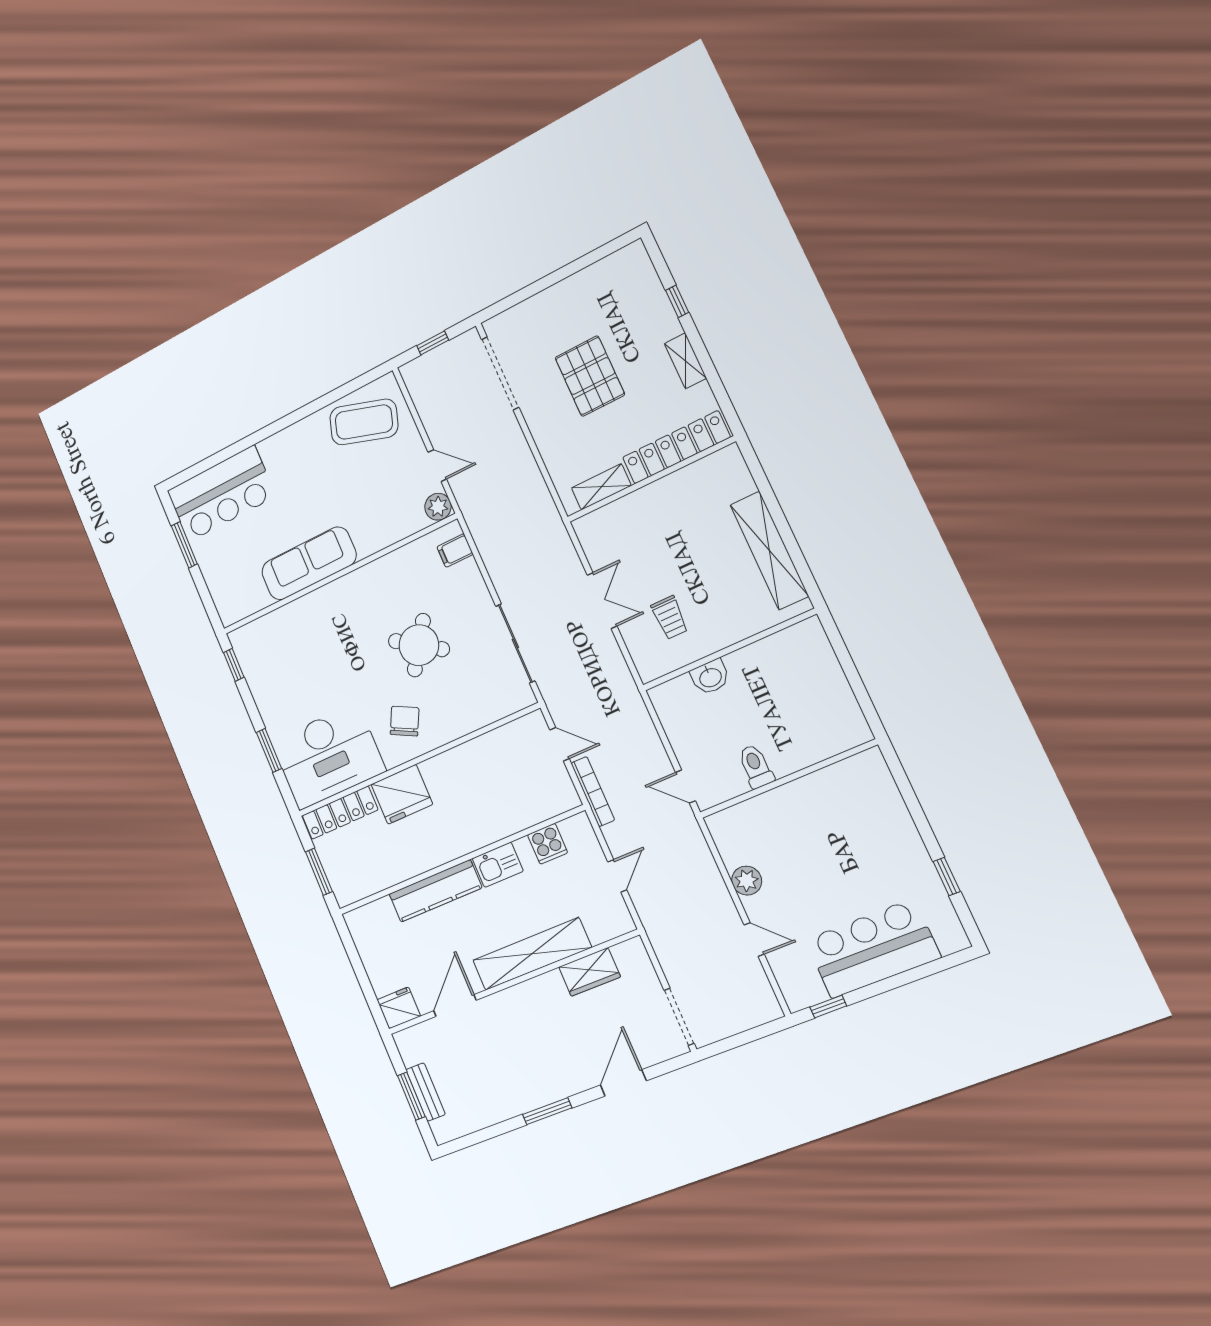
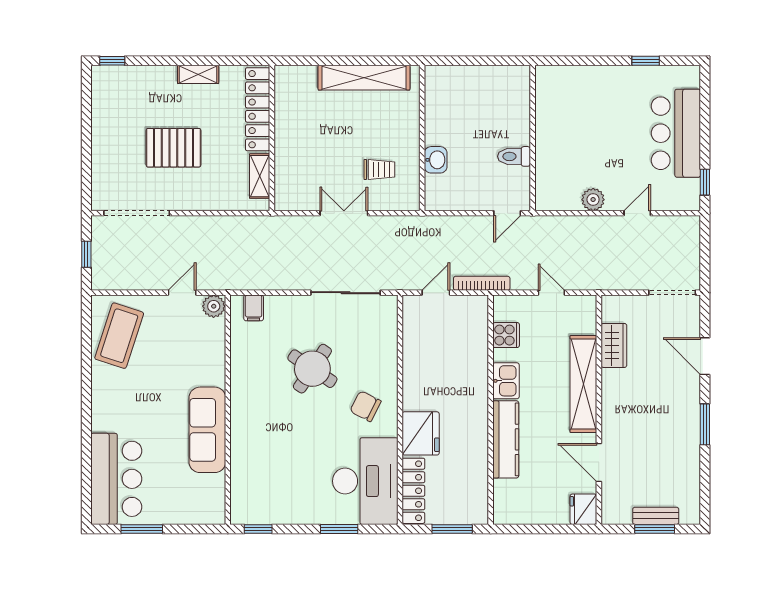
window: (677, 301) -> (112, 61), moved

